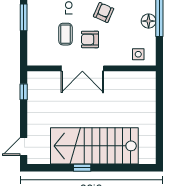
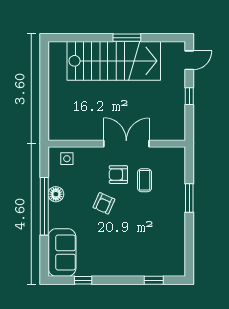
armchair: (90, 39) -> (118, 175), turned 180
window: (24, 92) -> (189, 96), moved
window: (82, 168) -> (127, 38), width x1.50

